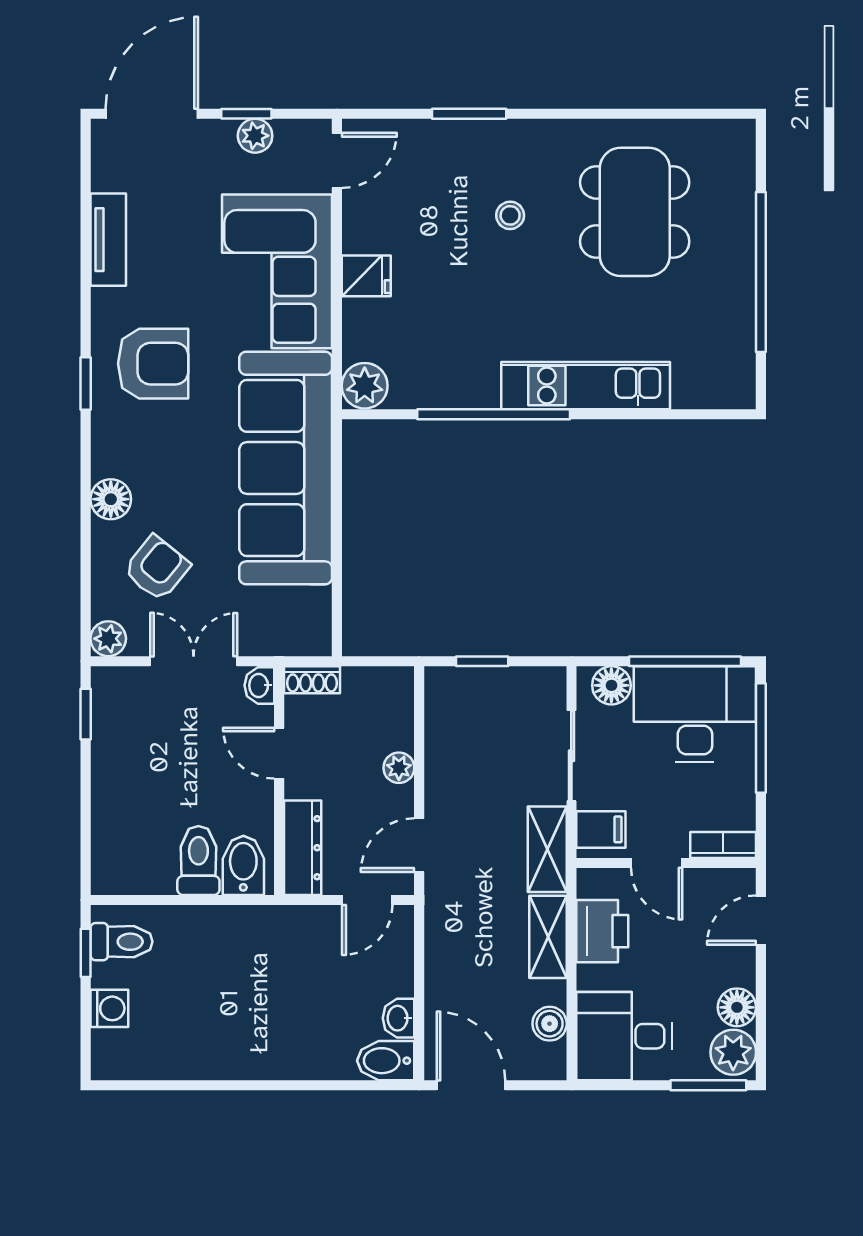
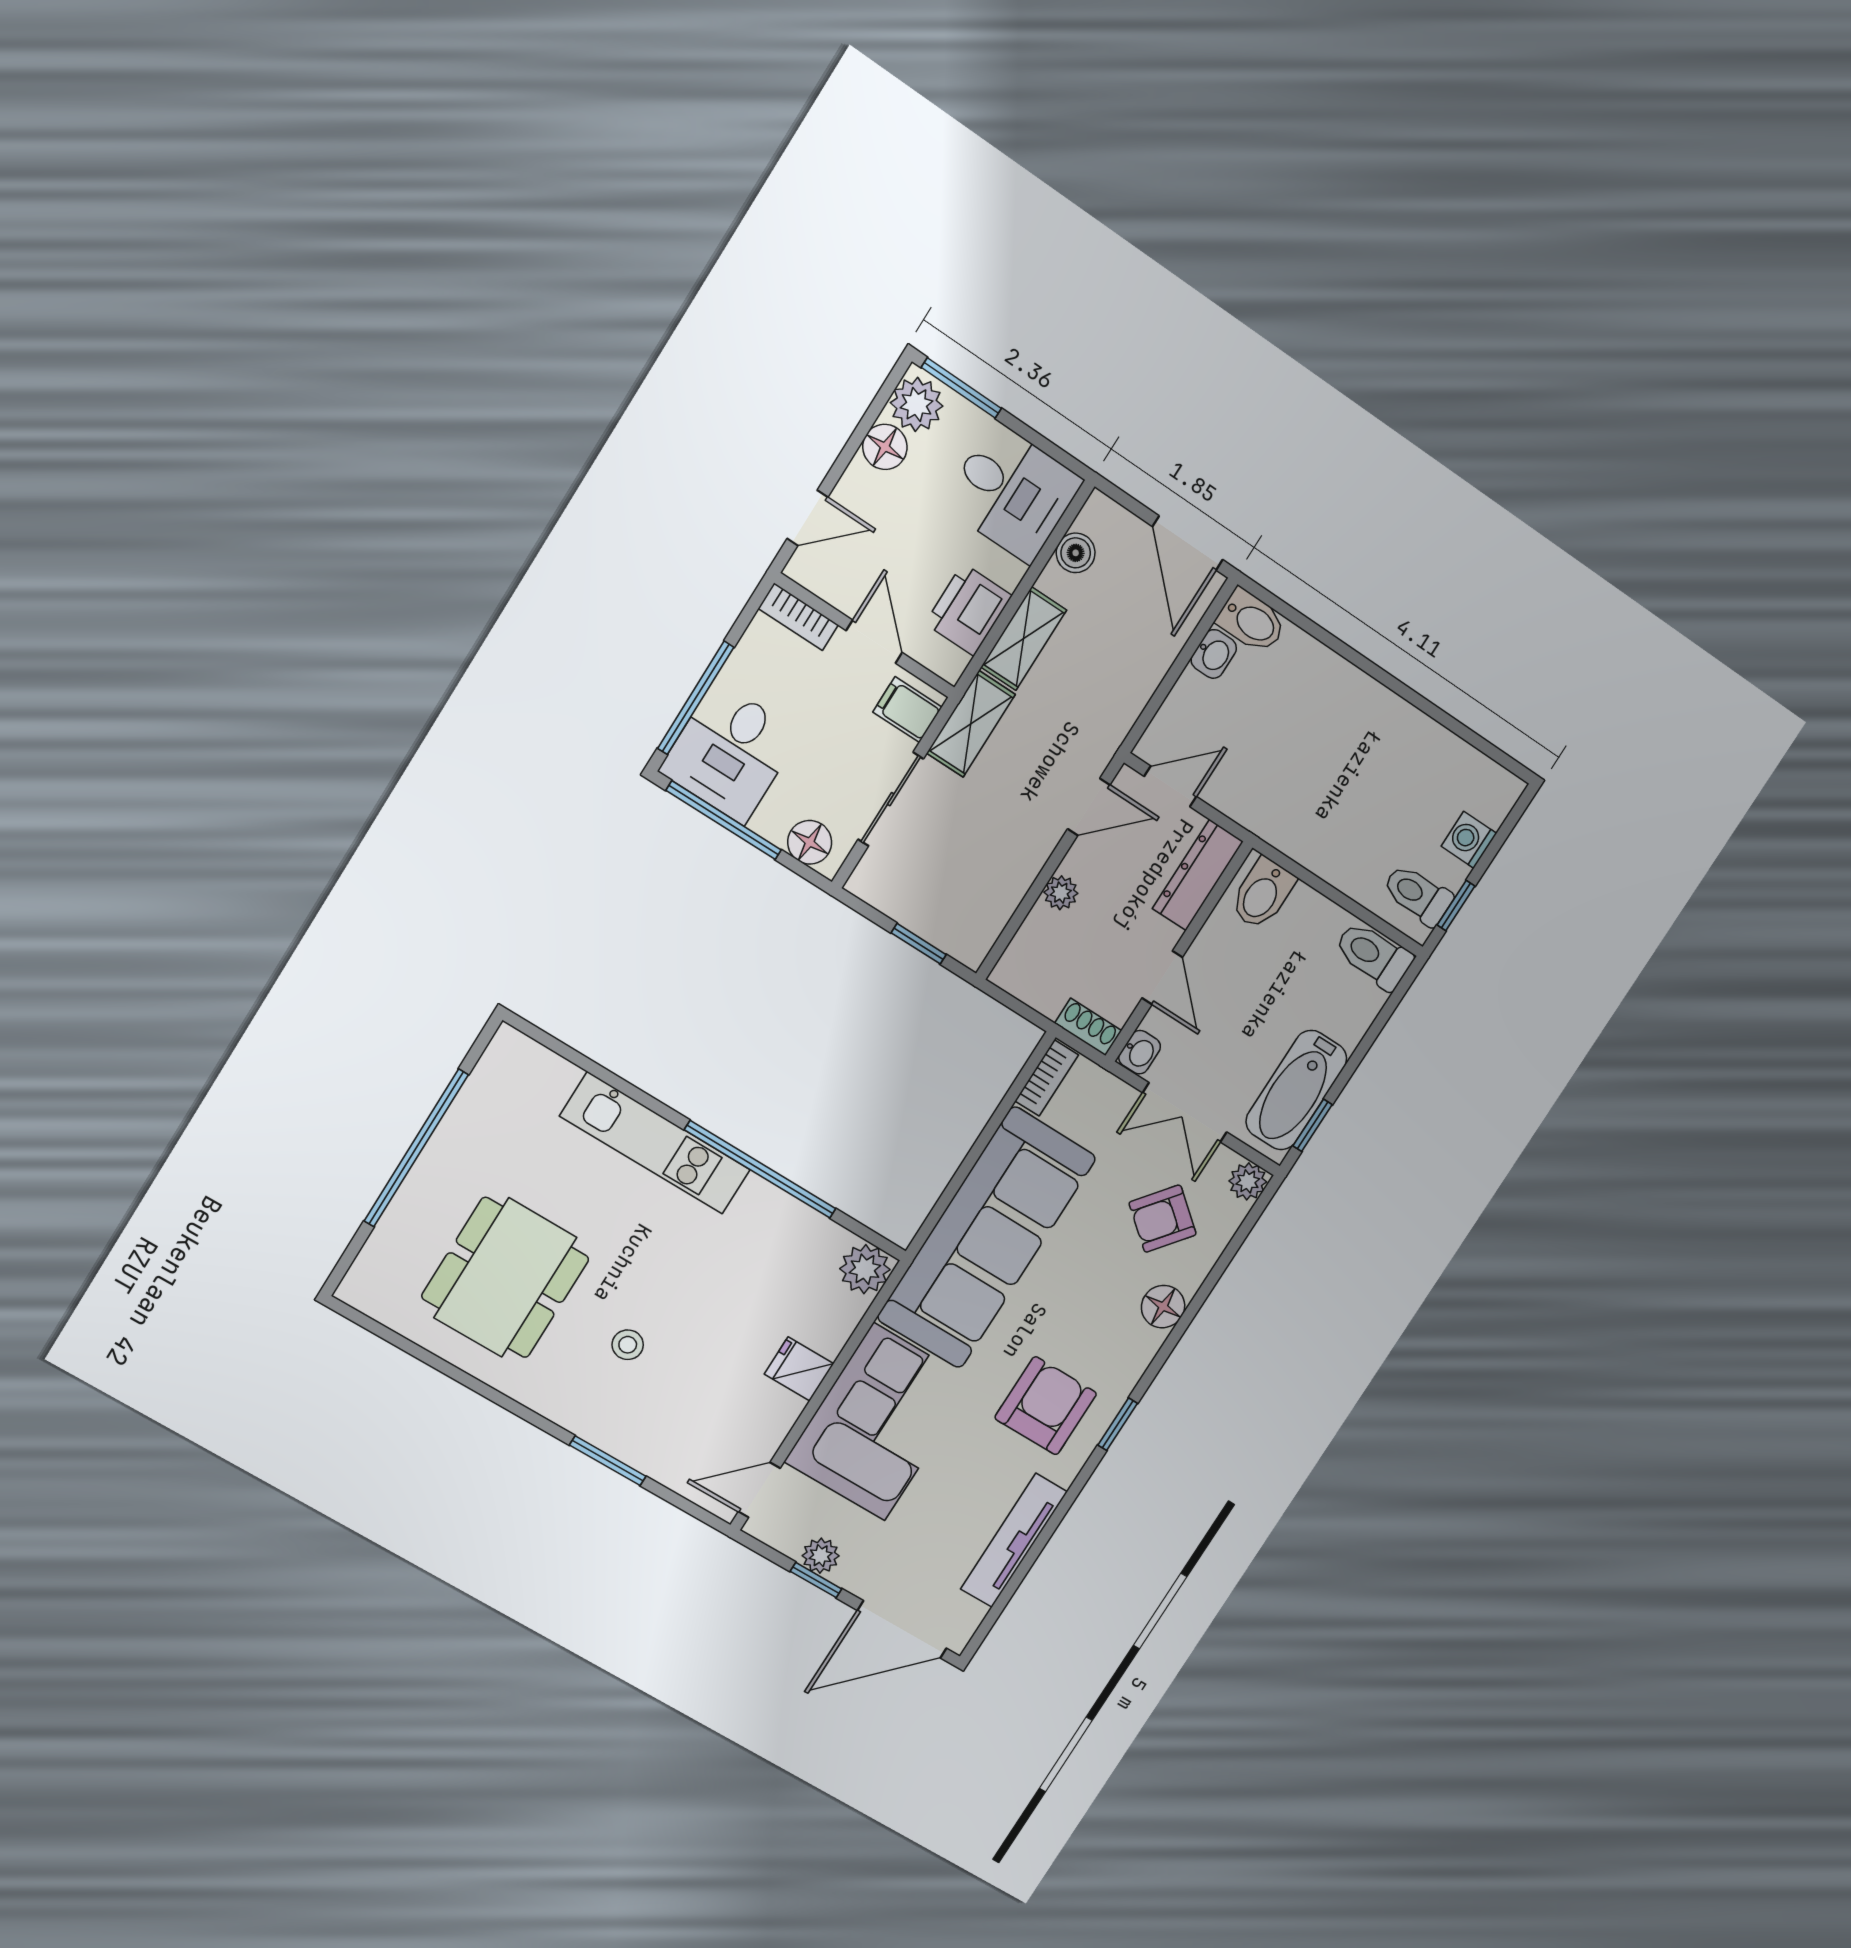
tv unit: (108, 240) -> (1014, 1540), width x1.41
armchair: (153, 364) -> (1046, 1406), turned 90
bookcase: (319, 621) -> (1047, 1078), added
desk: (695, 714) -> (730, 752), width x0.73
bathtub: (117, 733) -> (1296, 1090), added
toilet: (198, 860) -> (1373, 955), moved, turned 90

